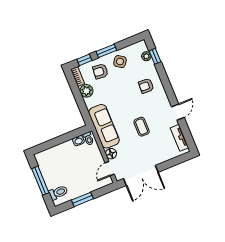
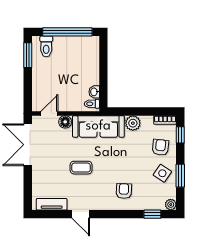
window: (106, 51) -> (180, 176), moved
plant: (146, 56) -> (171, 205), moved
plant: (86, 91) -> (133, 123), moved
door: (110, 169) -> (49, 114), hinge flipped
window: (40, 181) -> (67, 32), width x1.46
window: (82, 199) -> (28, 55), moved

